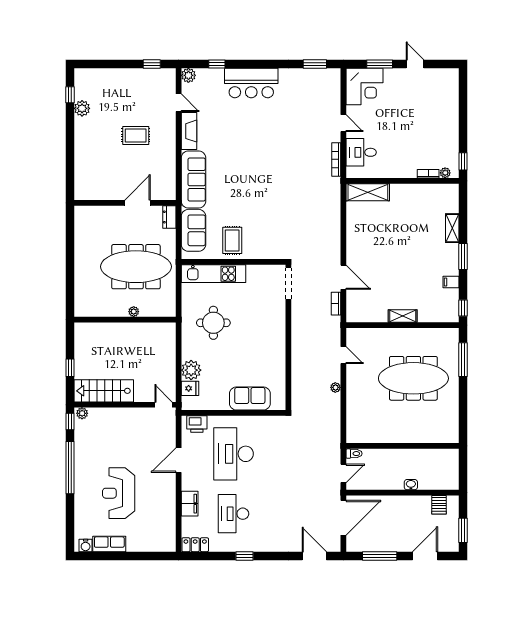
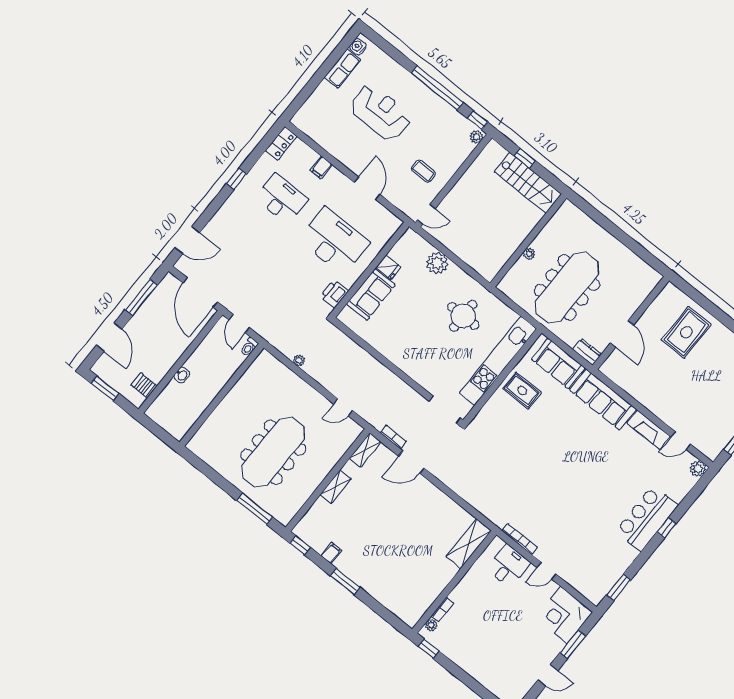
window: (217, 64) -> (667, 528), moved
rug: (136, 135) -> (686, 332), moved, width x1.36, depth x1.43
shelving: (452, 228) -> (365, 450), moved, turned 90
kitchen unit: (213, 274) -> (498, 361), width x1.36
plant: (335, 387) -> (299, 360), moved
fridge: (190, 388) -> (388, 267), moved, turned -90
stairs: (104, 391) -> (528, 183), moved, turned 90
printer: (197, 424) -> (334, 294), moved
coffee table: (135, 431) -> (424, 171), added
filing cabinet: (190, 504) -> (321, 167), width x0.50

